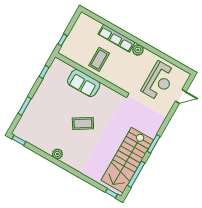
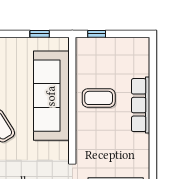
plant: (138, 50) -> (141, 143), removed
sofa: (84, 83) -> (51, 96), width x1.85, depth x1.27

